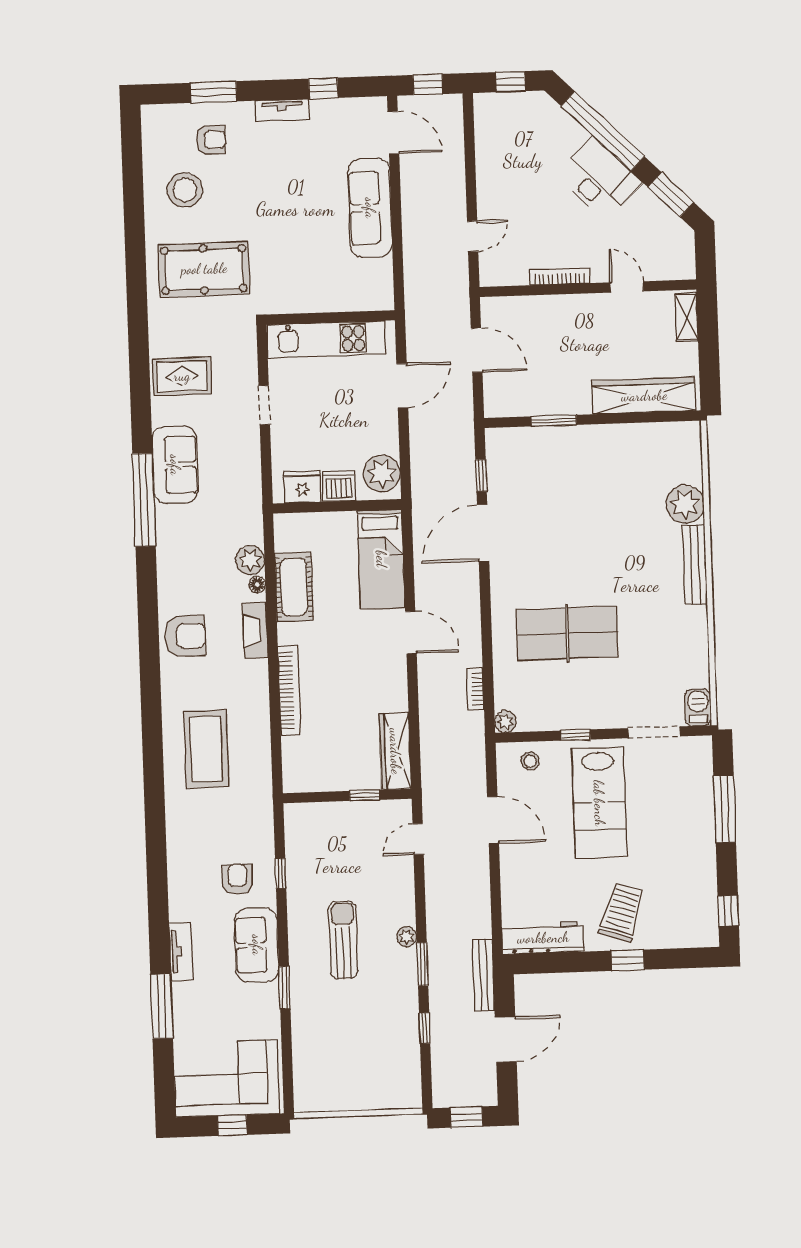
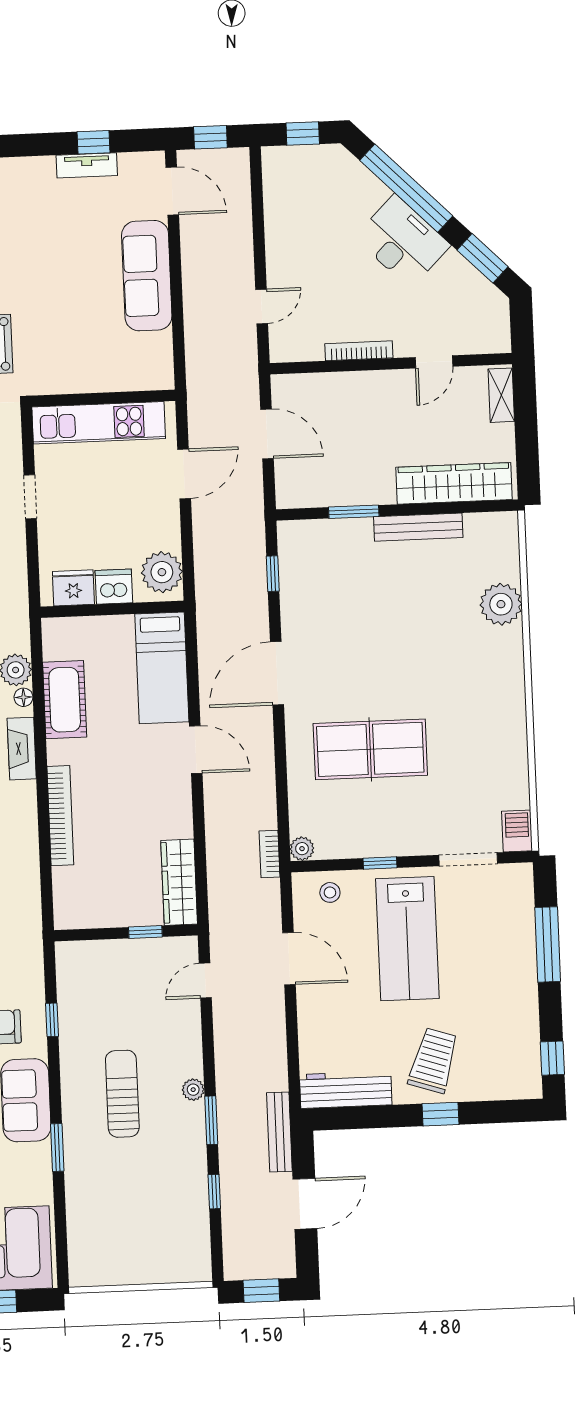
tv unit: (282, 110) -> (87, 165), moved
door: (627, 287) -> (434, 362), swing flipped
door: (483, 533) -> (277, 673), moved
bench: (695, 564) -> (418, 527), moved, turned 90
bookcase: (475, 689) -> (270, 854), moved

